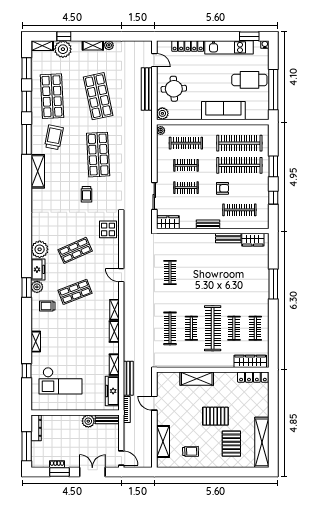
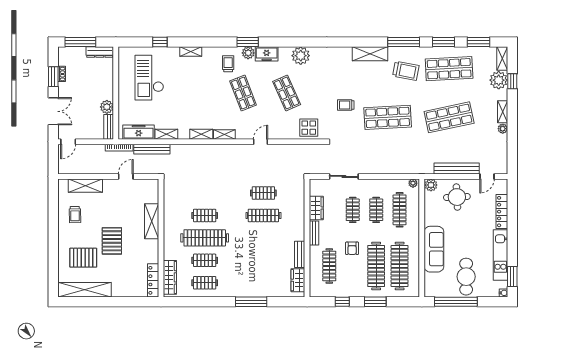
wardrobe: (168, 222) -> (316, 208), moved
plant: (40, 249) -> (301, 56), moved
clothes rail: (170, 328) -> (263, 215), moved

